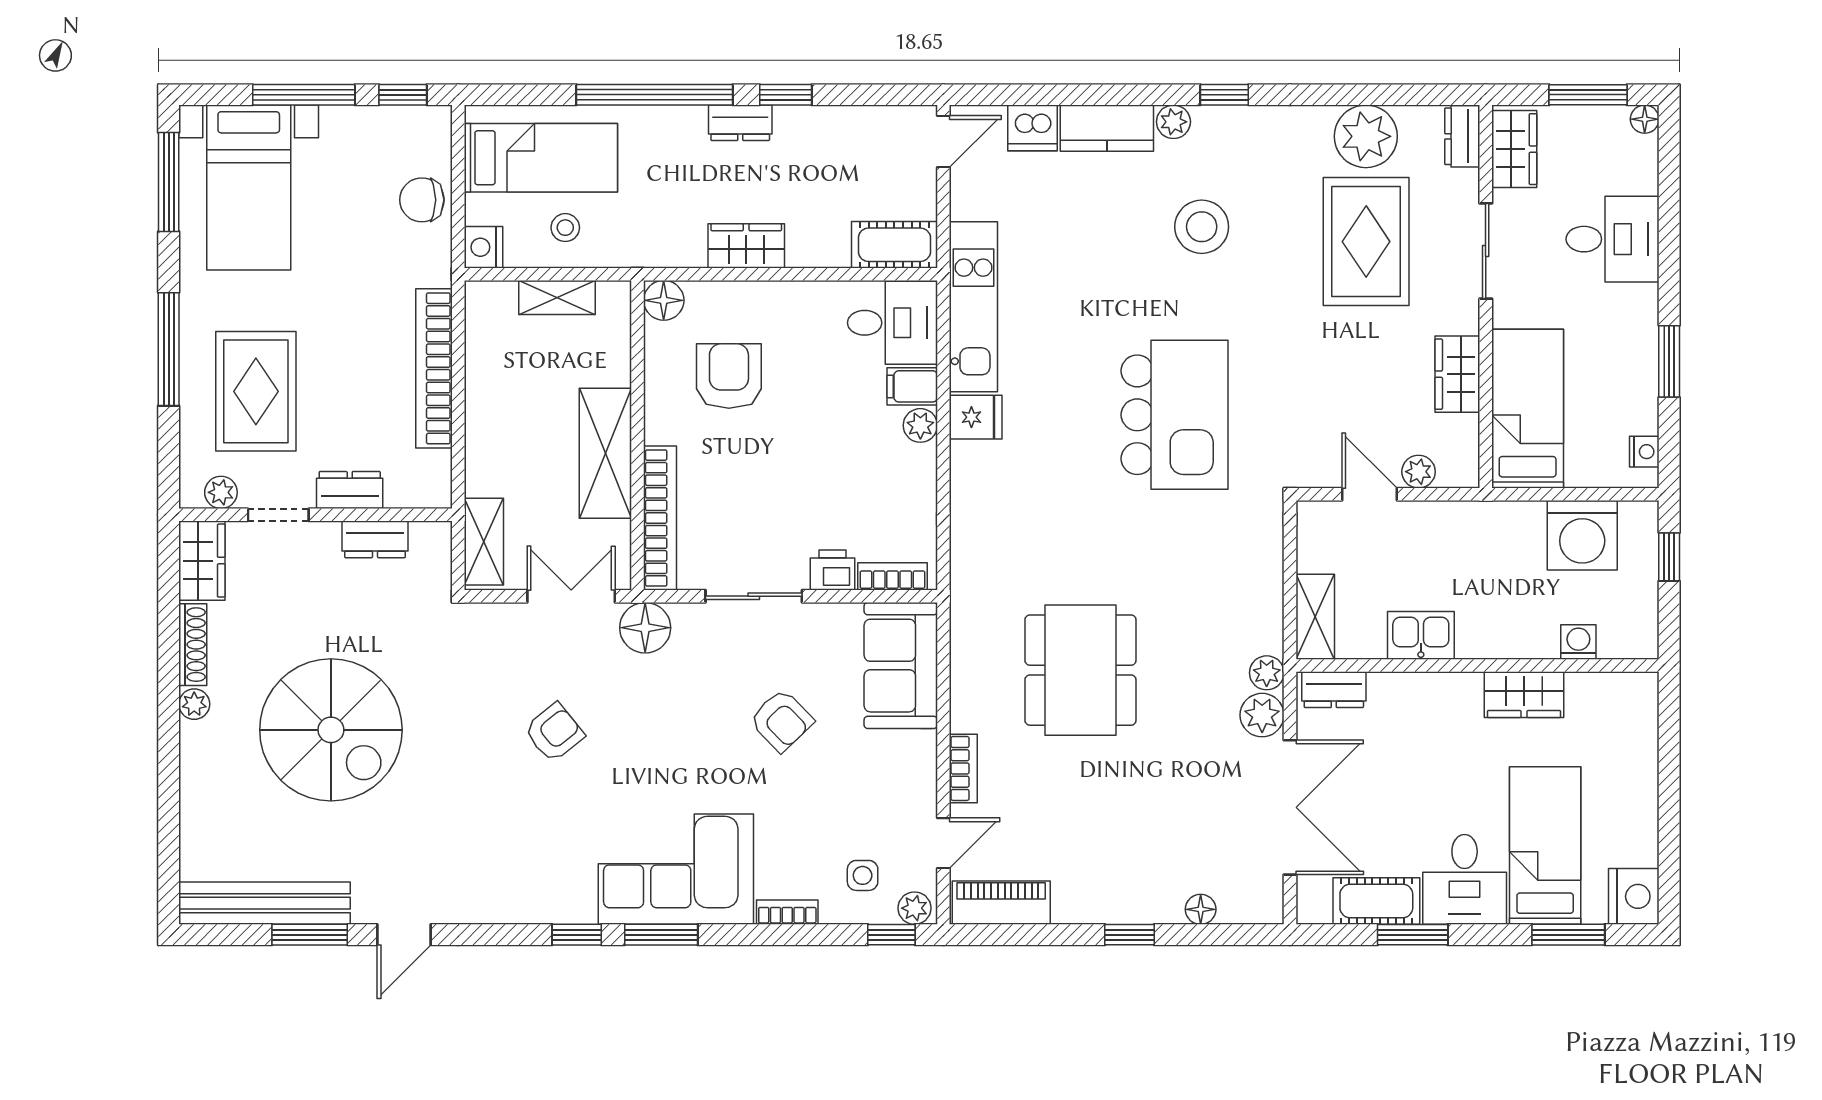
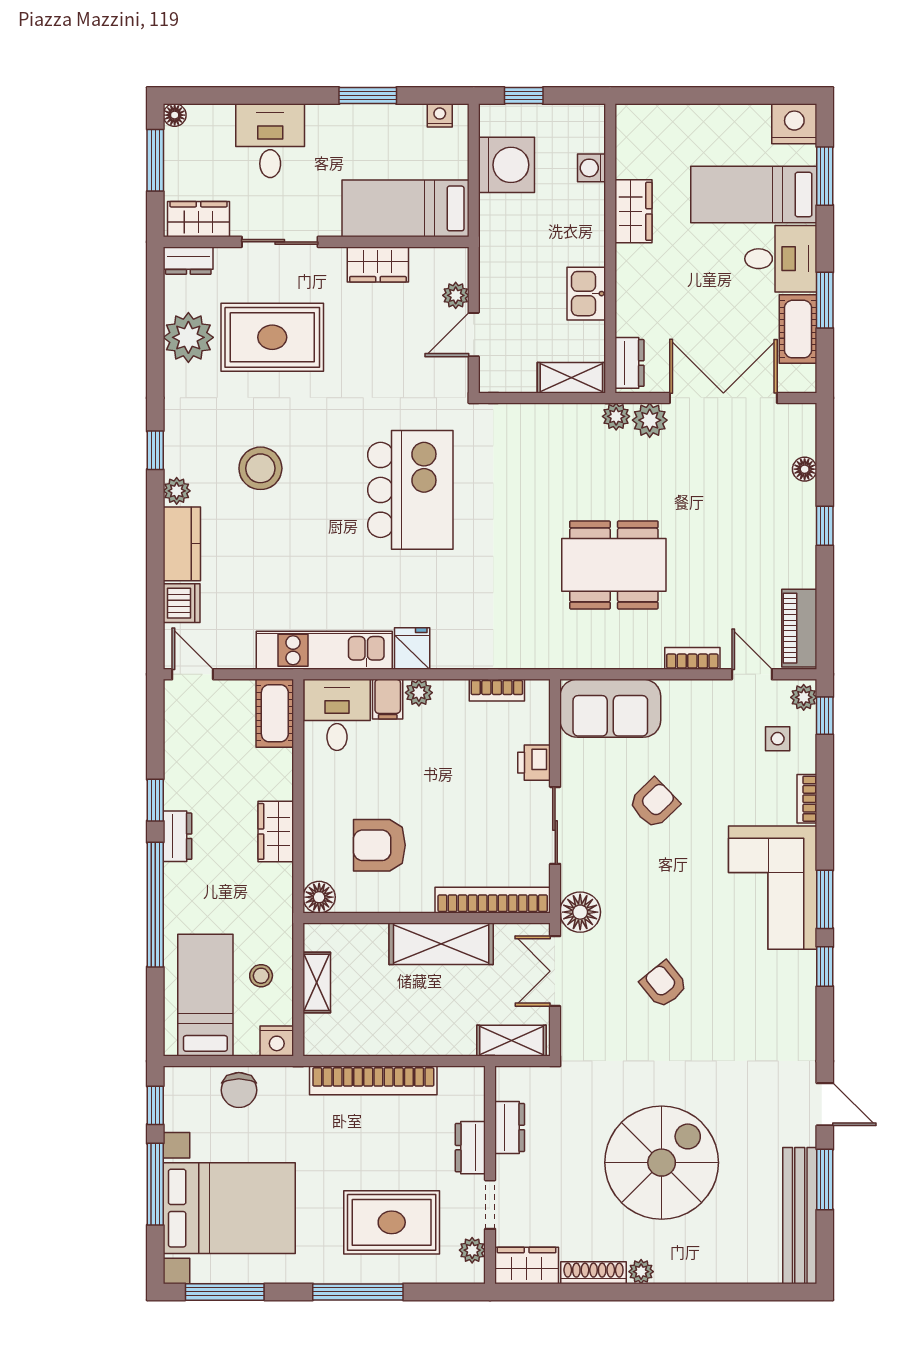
bed with nightstands: (249, 188) -> (229, 1208), width x1.36
kitchen island: (1175, 415) -> (410, 490), turned 90
bookcase: (892, 576) -> (497, 690), moved, turned -90

